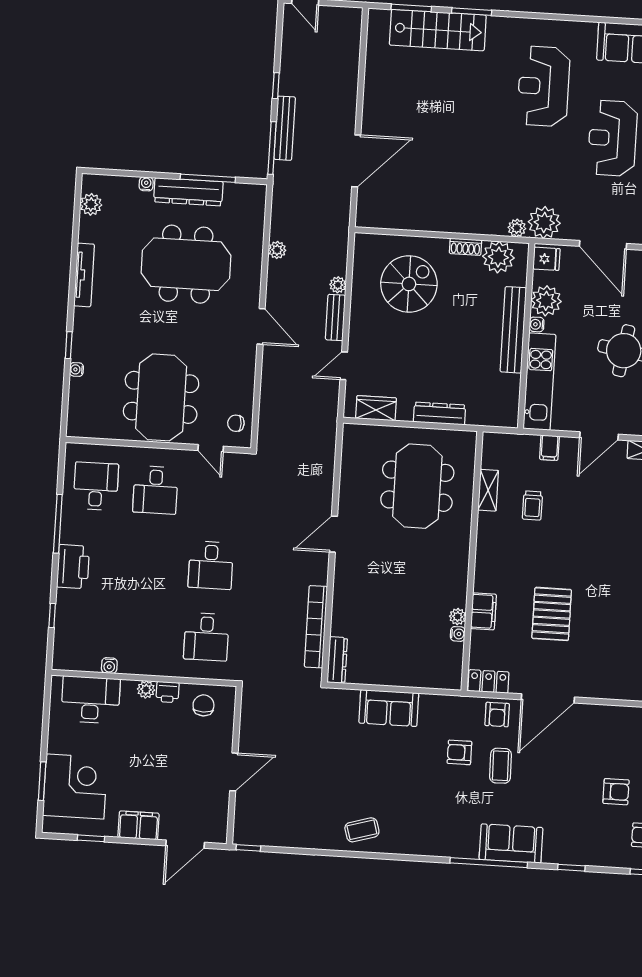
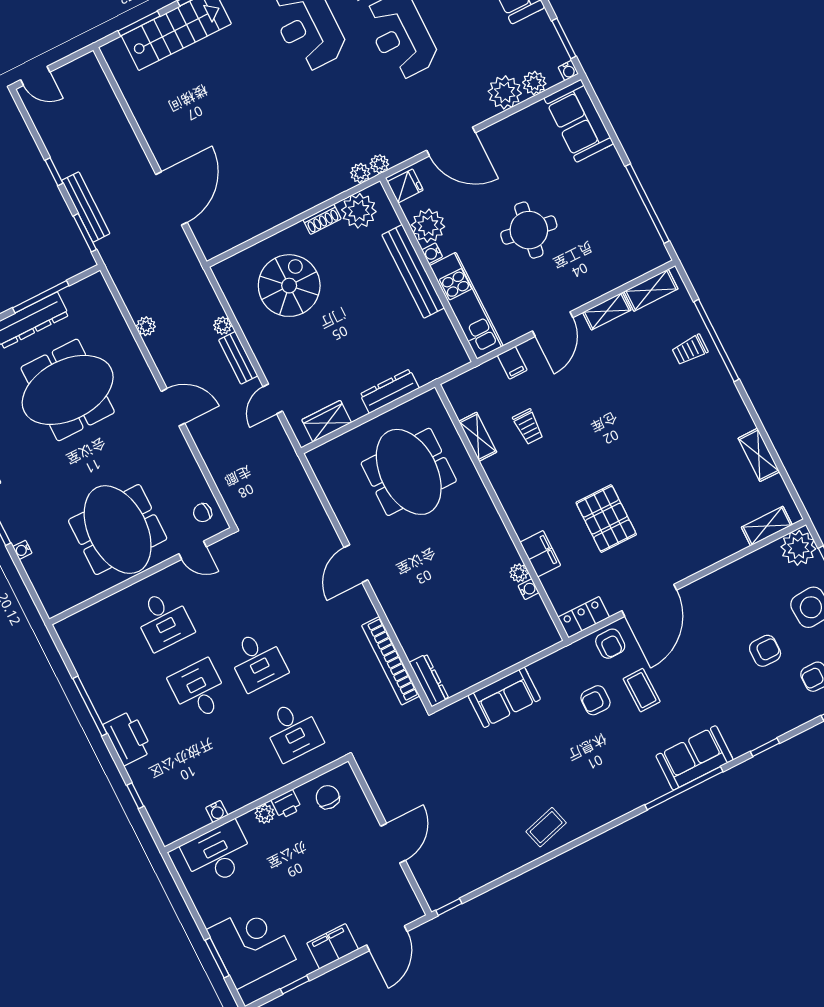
window: (272, 148) -> (85, 233), width x0.69
plant: (544, 222) -> (379, 164), width x0.53, depth x0.53
desk: (96, 486) -> (199, 690), moved

